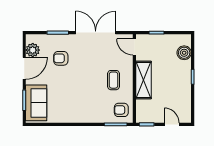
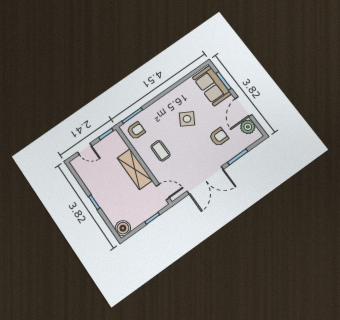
boiler: (184, 53) -> (123, 228), moved
side table: (75, 90) -> (187, 119), added

